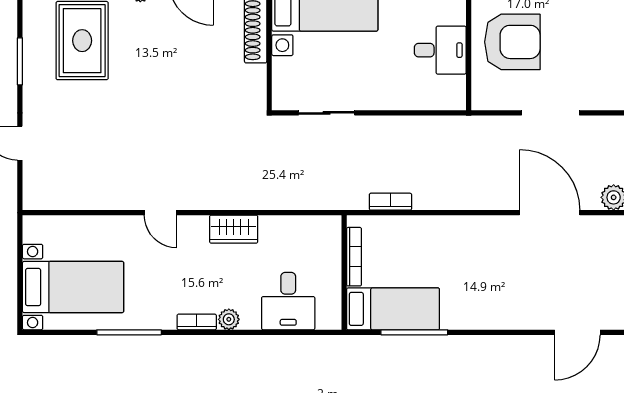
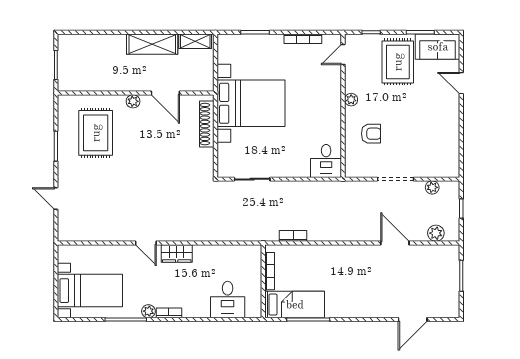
armchair: (512, 42) -> (371, 134), width x0.53, depth x0.53
desk: (440, 50) -> (326, 161), moved, turned 90
plant: (608, 126) -> (432, 187), added
door: (550, 213) -> (395, 243), width x0.73
wardrobe: (234, 229) -> (177, 253), moved
plant: (229, 319) -> (148, 311), moved

